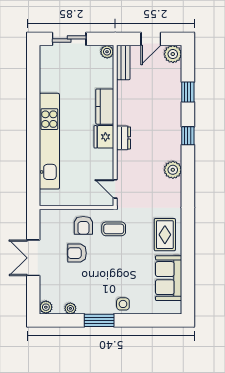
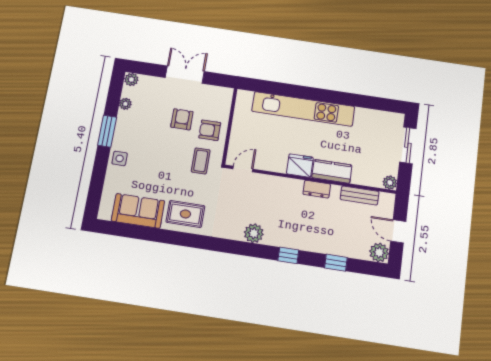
bench: (123, 62) -> (360, 195), moved
dresser: (124, 138) -> (317, 189), moved

